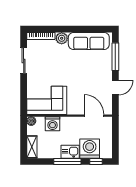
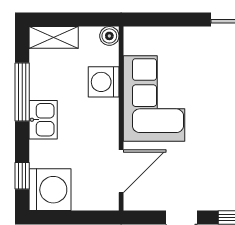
corner sofa: (47, 100) -> (154, 98), moved
washing machine: (90, 149) -> (50, 190), moved
window: (67, 161) -> (22, 92), moved

